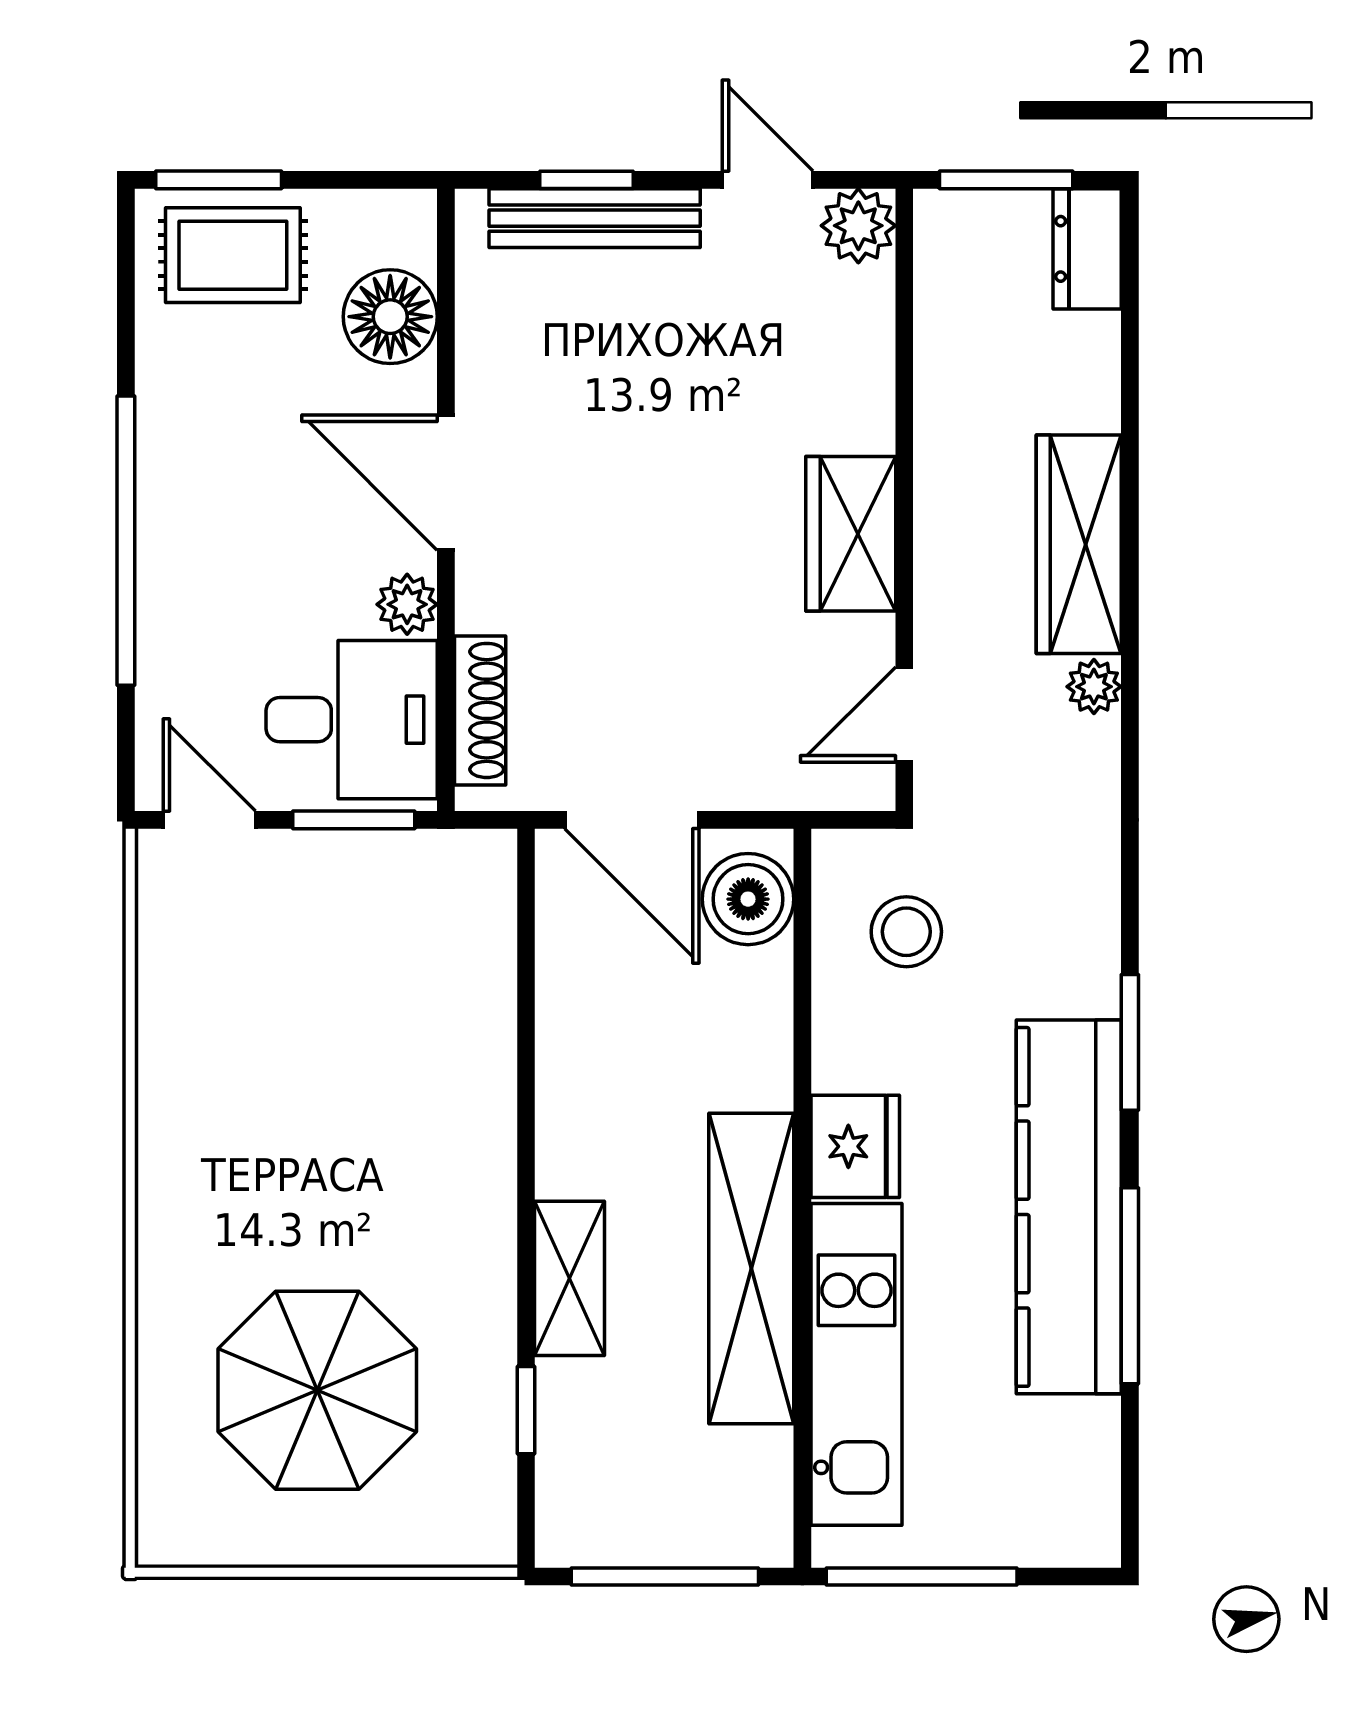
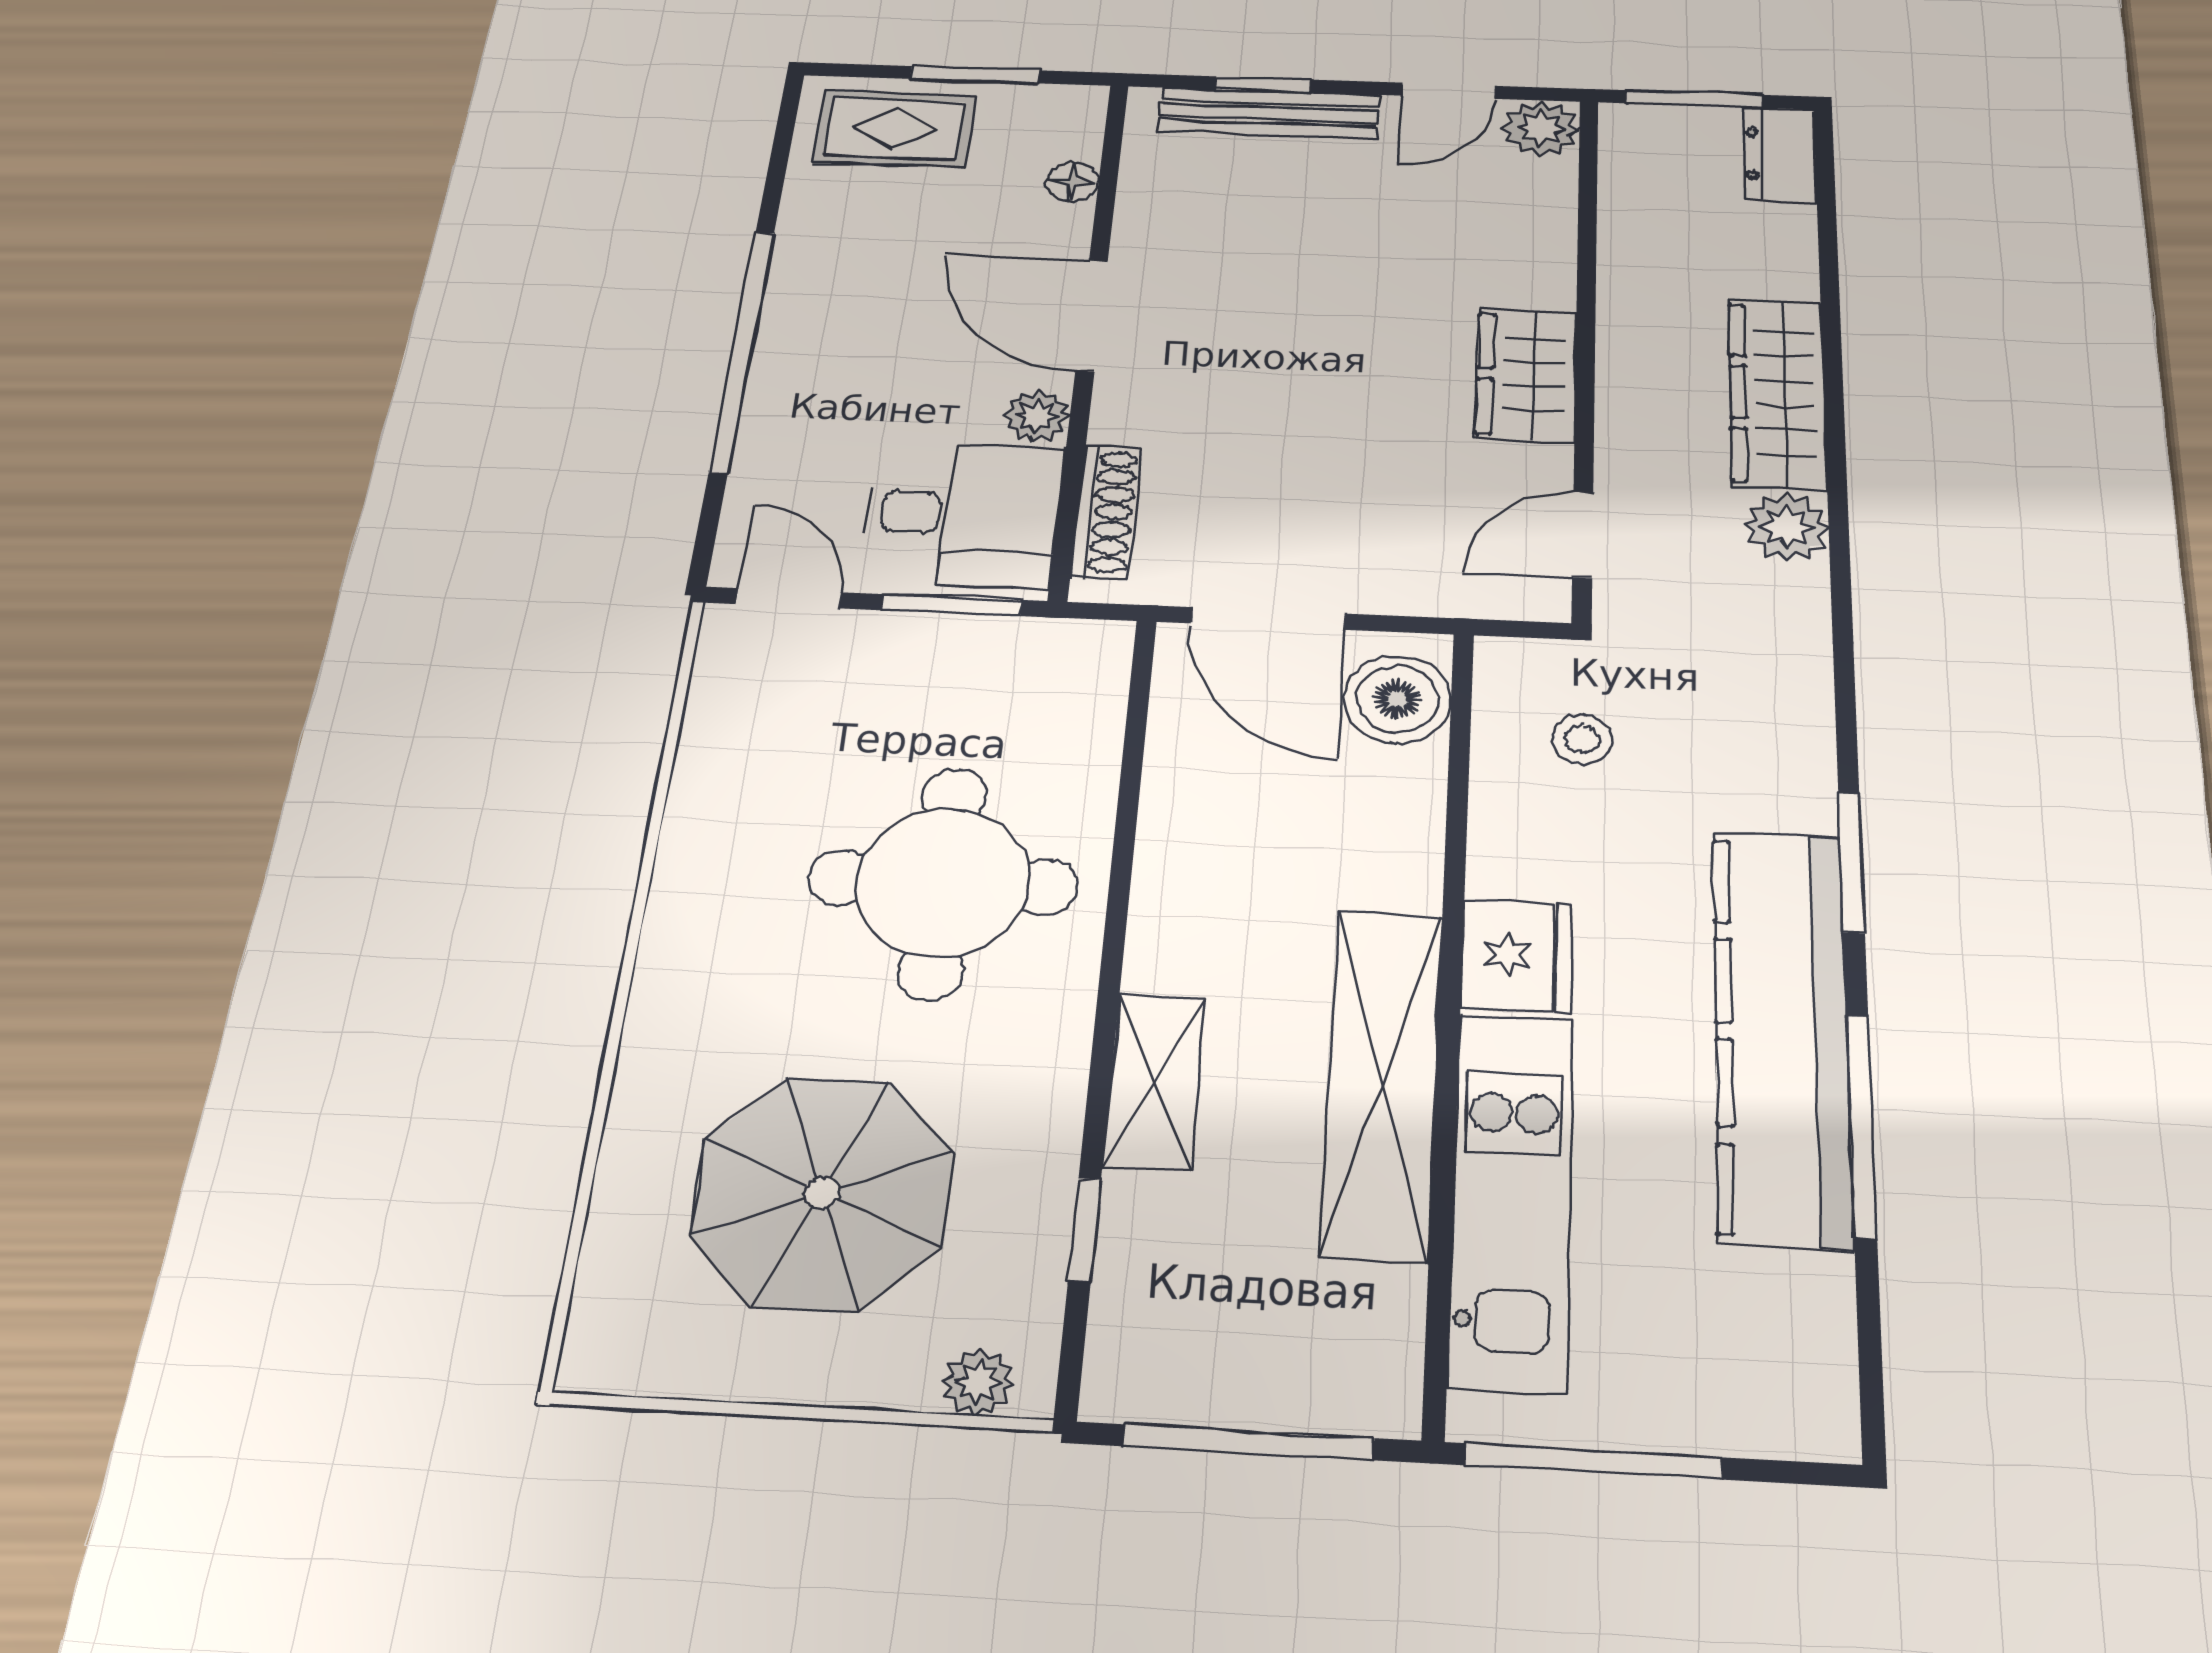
window: (219, 180) -> (975, 75), moved
door: (768, 180) -> (1449, 91), swing flipped
floor lamp: (390, 317) -> (1073, 182), width x0.53, depth x0.53
plant: (1094, 687) -> (1786, 527), width x1.38, depth x1.38
stool: (906, 932) -> (1582, 739), width x0.73, depth x0.73
round table: (379, 1102) -> (943, 882), added
plant: (457, 1541) -> (978, 1382), added

